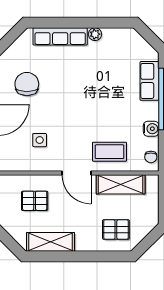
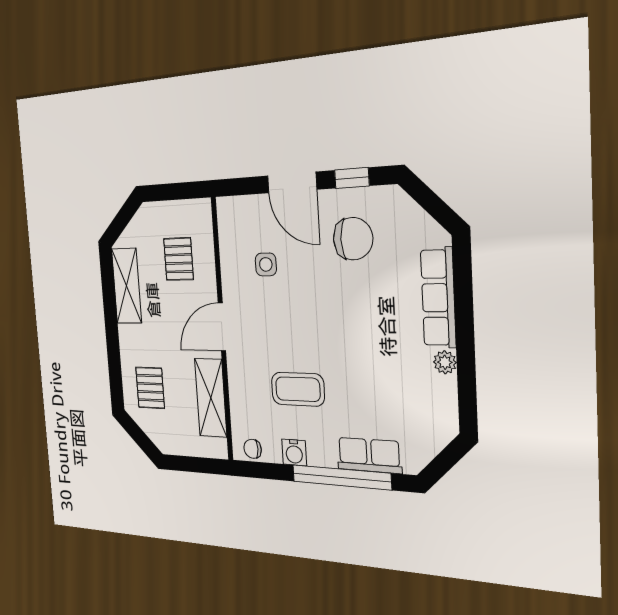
coffee table: (109, 152) -> (298, 389), moved, turned 90

